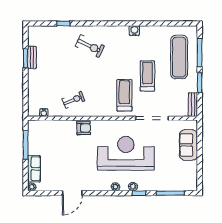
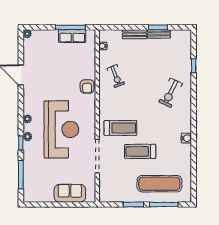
treadmill: (147, 76) -> (140, 151), turned 180
bench: (193, 105) -> (135, 34), moved
row of seats: (34, 169) -> (72, 36), moved

